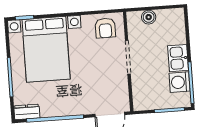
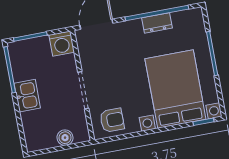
armchair: (105, 28) -> (112, 120), turned 90
washing machine: (180, 82) -> (62, 44), moved, turned 90
dresser: (27, 112) -> (157, 23), moved

